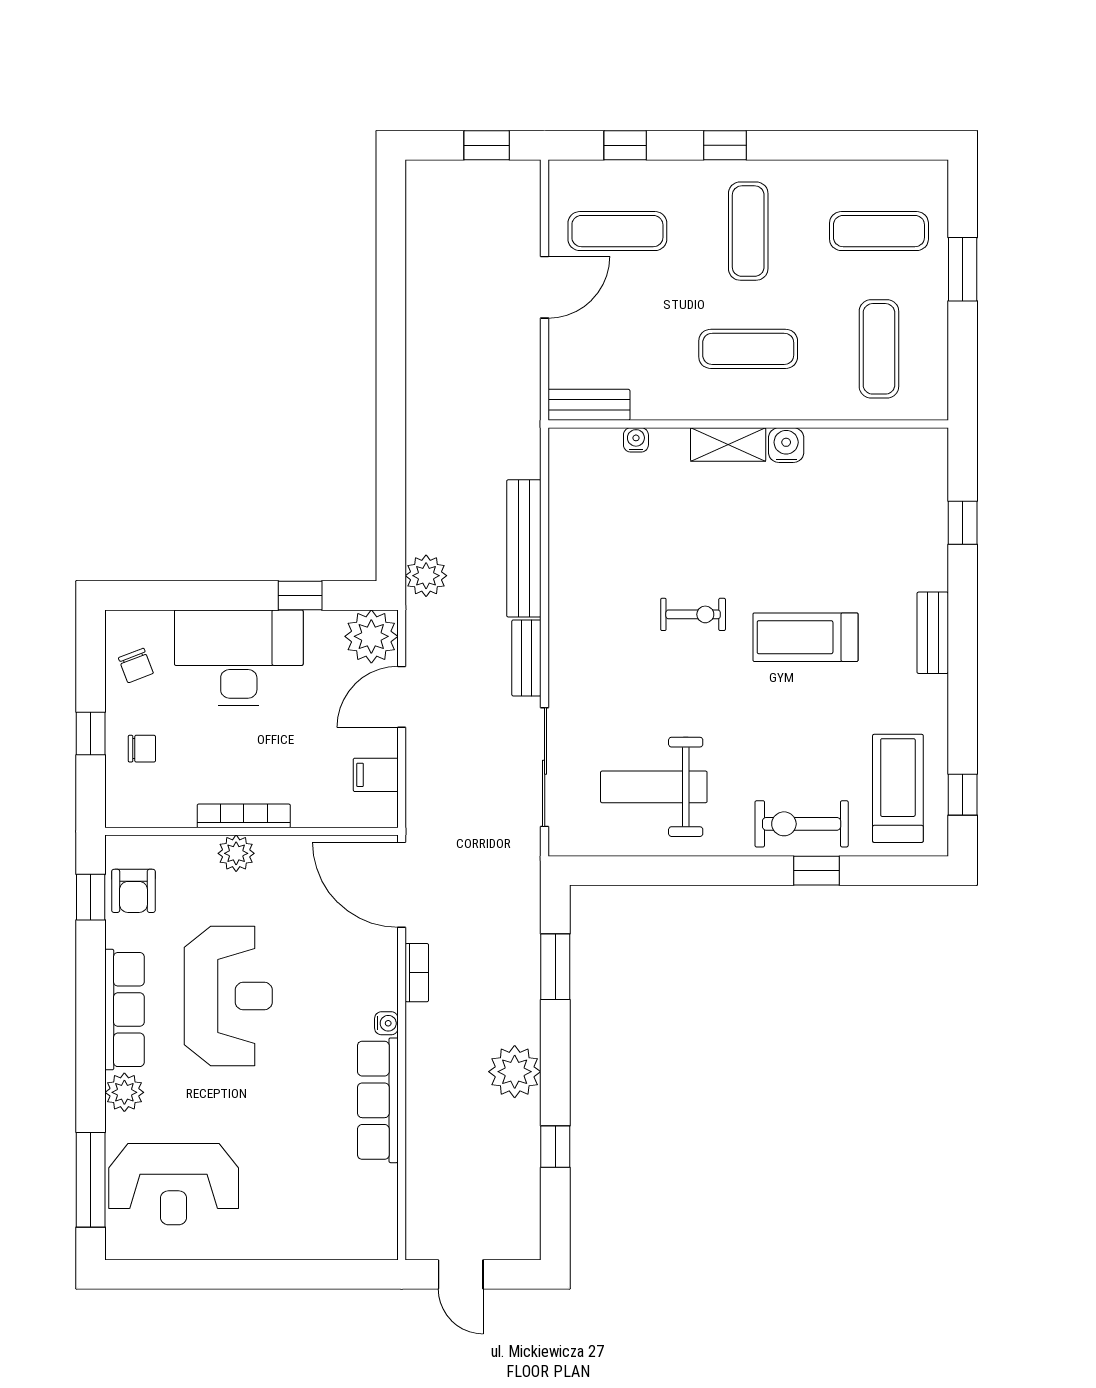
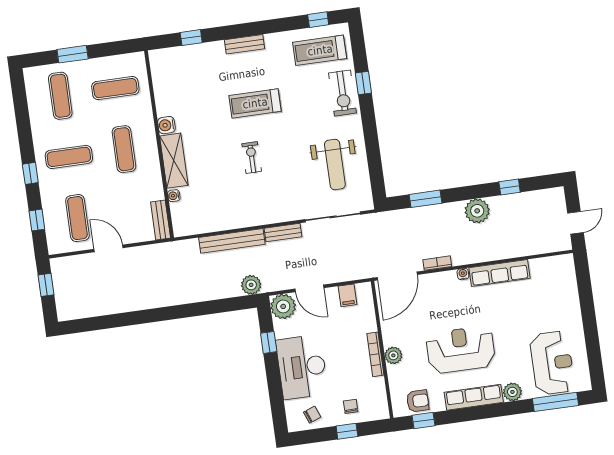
shelving: (728, 444) -> (174, 161), width x1.50, depth x1.33
treadmill: (805, 637) -> (255, 103), turned 90

